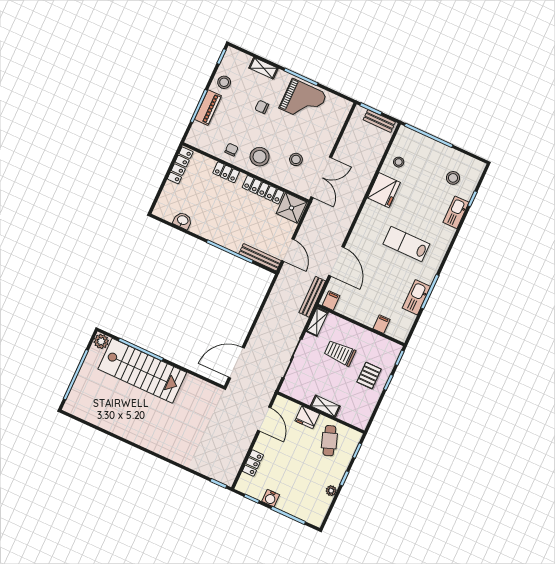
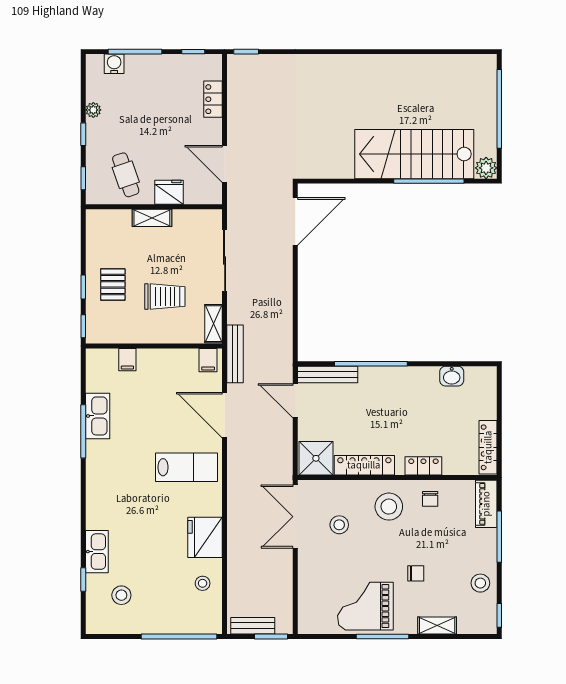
piano: (208, 108) -> (486, 504), moved
lab bench: (406, 244) -> (187, 467), moved
water cooler: (271, 498) -> (114, 64), moved

